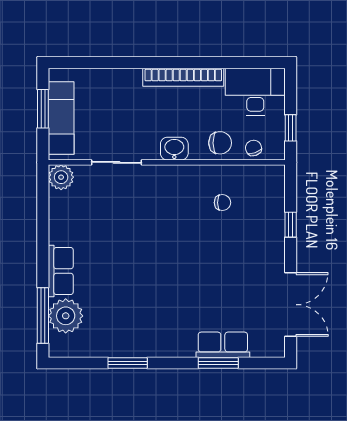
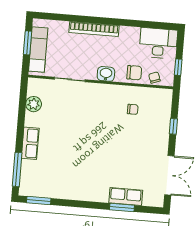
bookcase: (183, 77) -> (94, 29), moved
plant: (61, 177) -> (34, 104), moved
plant: (66, 316) -> (31, 171), removed
window: (128, 363) -> (39, 201), moved

